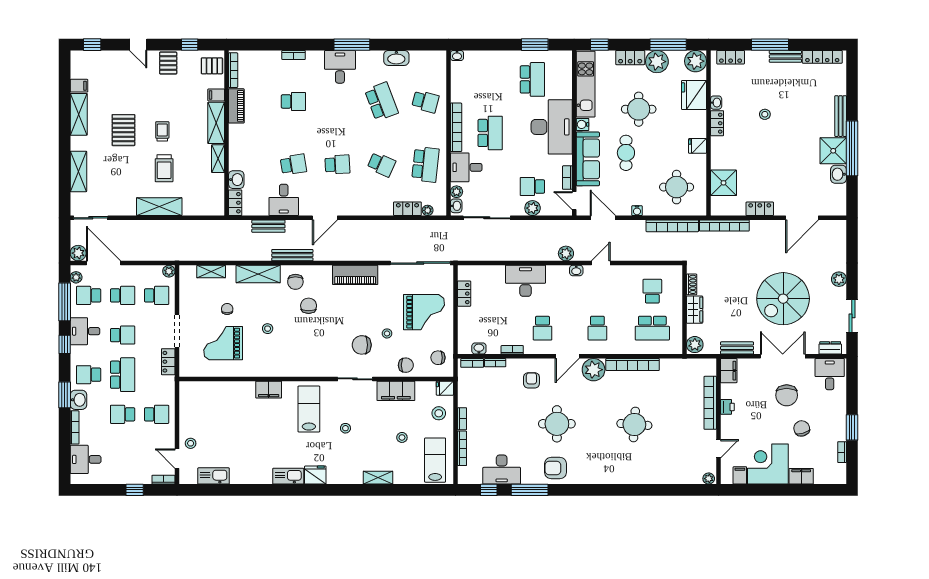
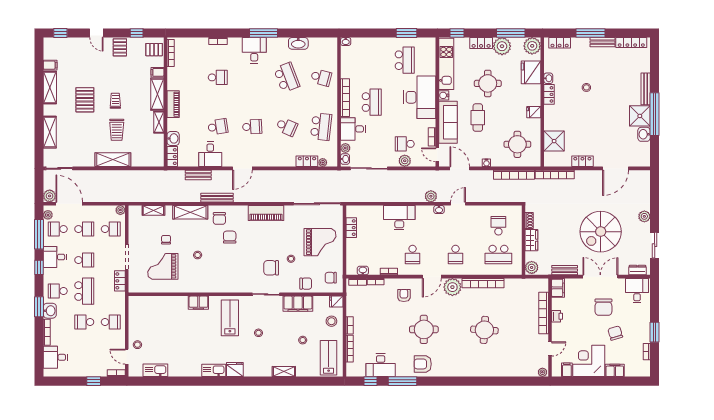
piano: (236, 106) -> (173, 104), moved

